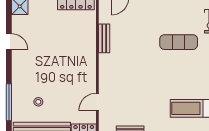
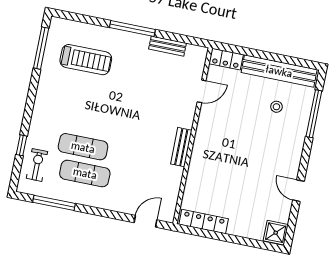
exercise mat: (173, 22) -> (85, 173), added
bench: (104, 38) -> (181, 147), moved

